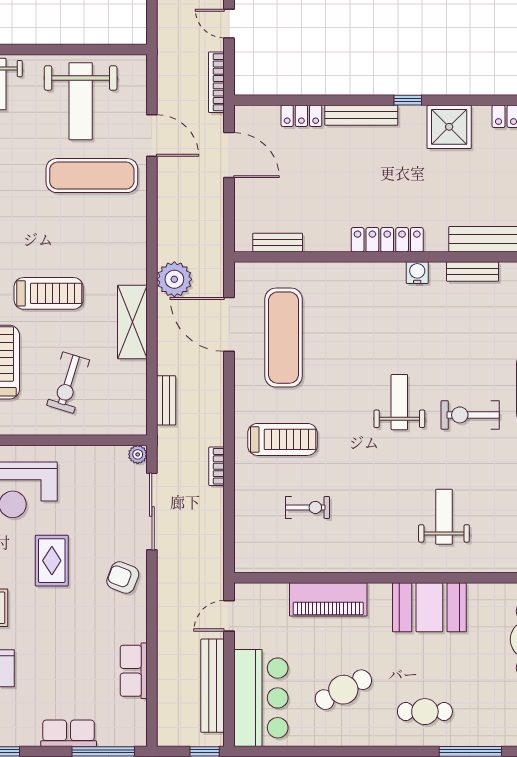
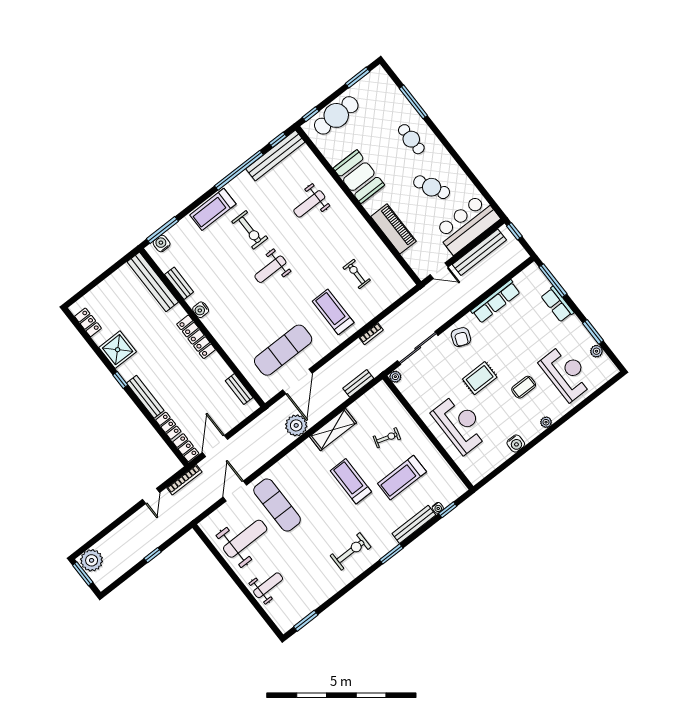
locker: (256, 116) -> (186, 448), added
exercise bike: (68, 383) -> (387, 438), width x0.73, depth x0.72
row of seats: (134, 671) -> (496, 301), width x1.48

